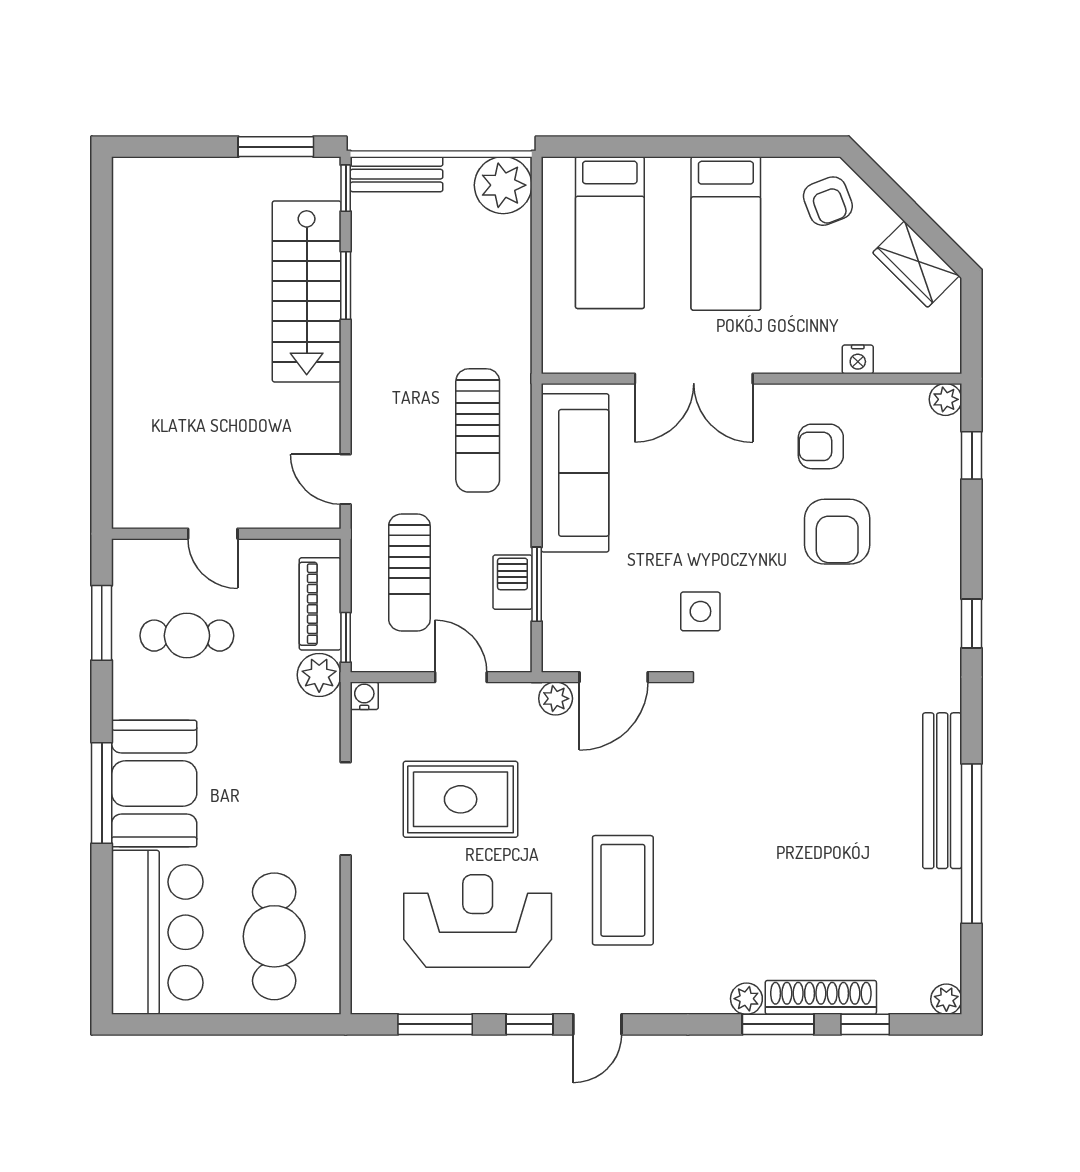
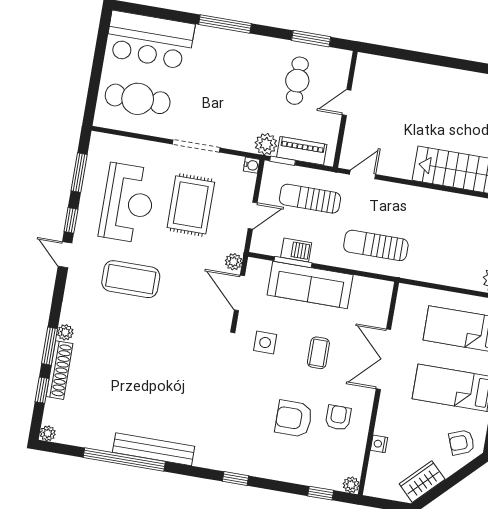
window: (346, 286) -> (461, 191), removed
sofa: (575, 473) -> (310, 285), moved
coffee table: (703, 506) -> (318, 353), added
booth: (154, 784) -> (225, 51), removed

